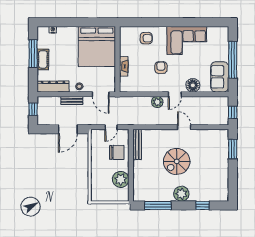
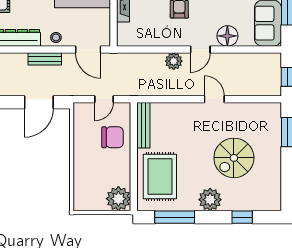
spiral stairs: (177, 161) -> (234, 158), moved
rug: (148, 178) -> (160, 176), added
plant: (121, 179) -> (118, 199), moved

